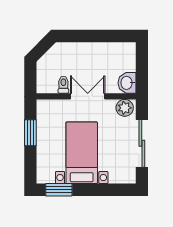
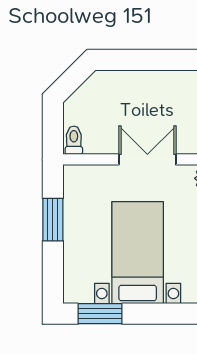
toilet: (63, 85) -> (74, 140), moved

